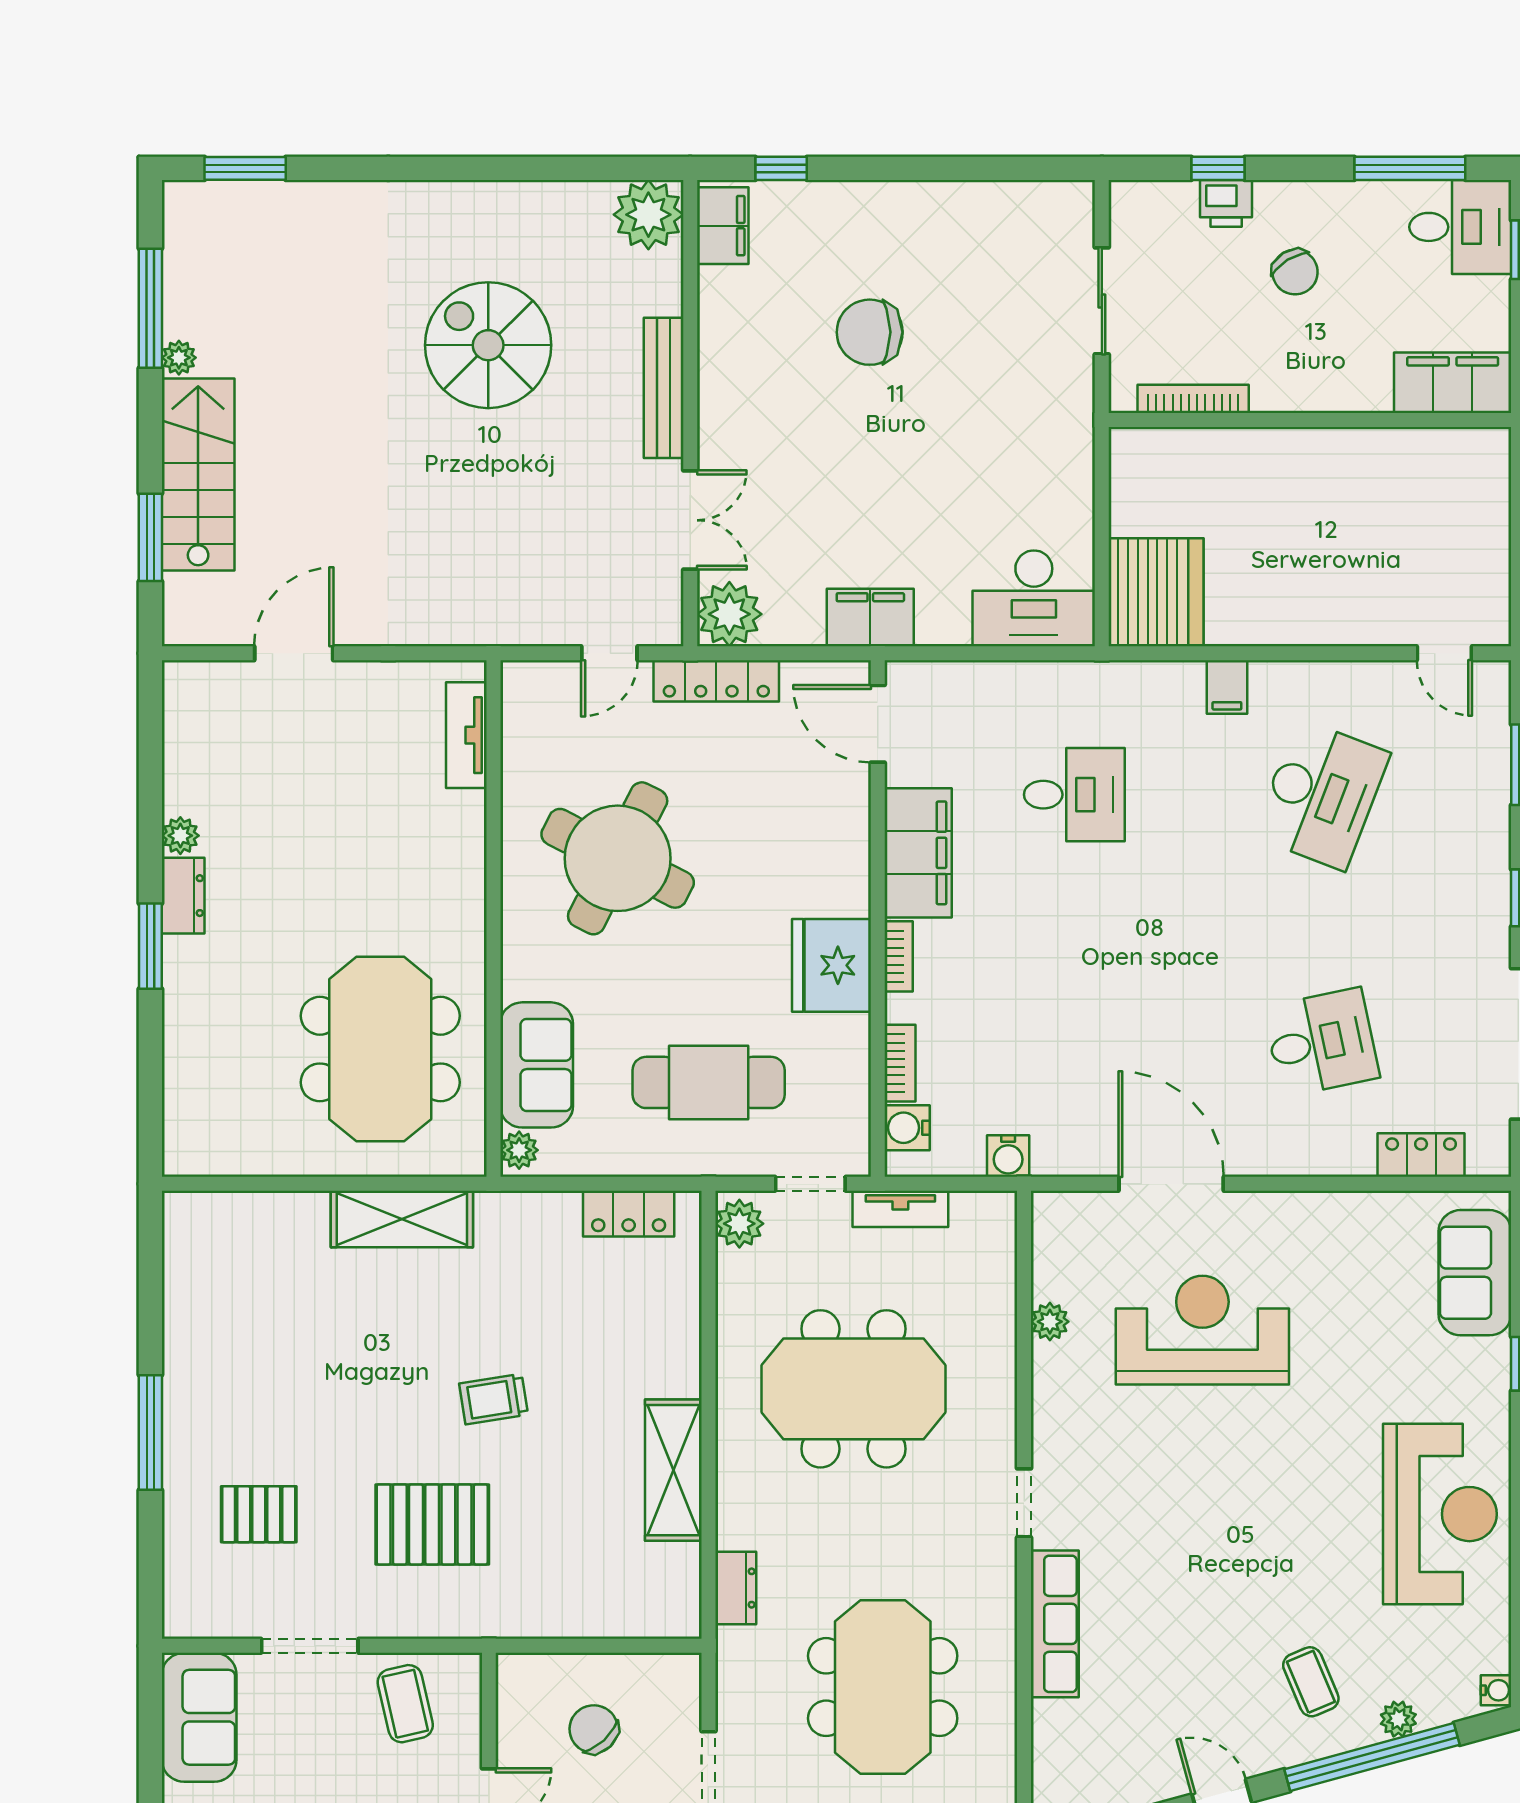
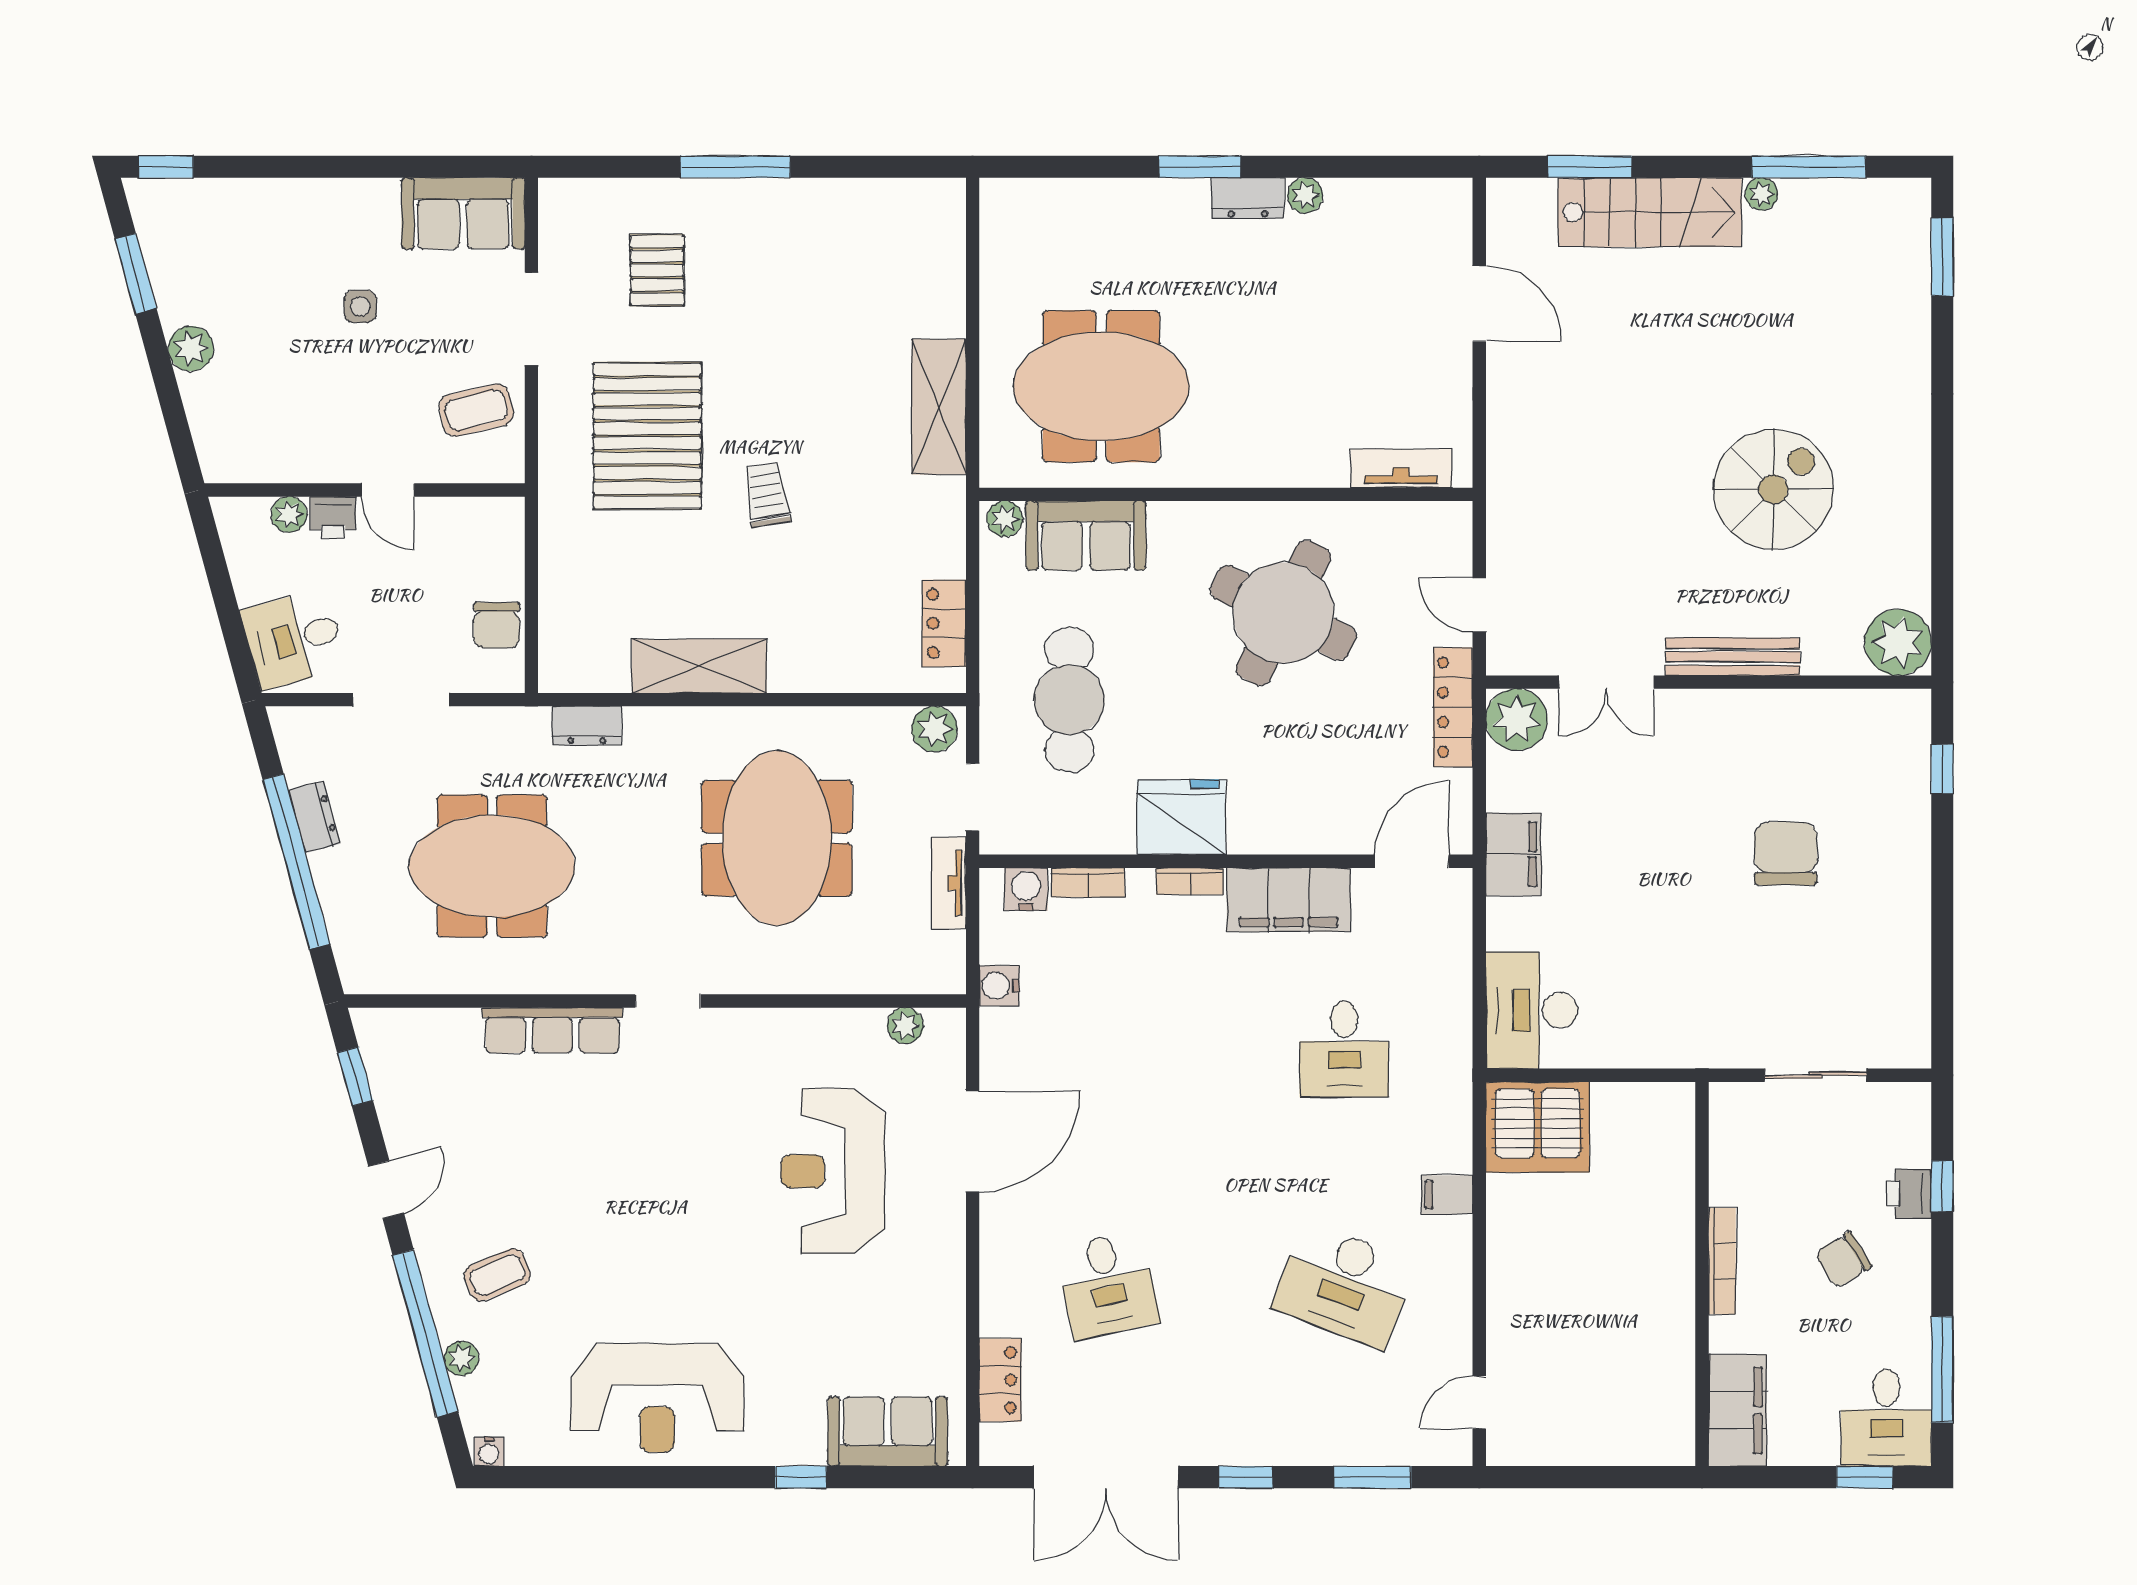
filing cabinet: (723, 226) -> (1888, 713), removed
bookcase: (1193, 399) -> (1722, 1261), moved
plant: (1050, 1322) -> (905, 1026), moved
reception desk: (1202, 1330) -> (833, 1171), turned 180
pallet: (432, 1524) -> (647, 436), width x1.37, depth x1.41
chair: (594, 1729) -> (497, 625), moved, turned 133

